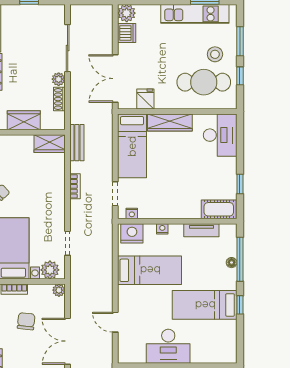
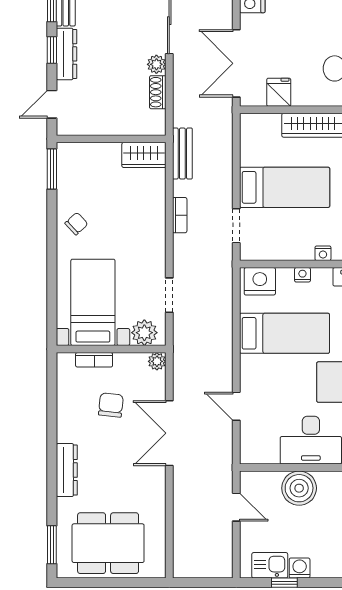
wardrobe: (24, 120) -> (108, 122), removed
bed: (132, 146) -> (285, 187), moved, turned -90
nightstand: (132, 213) -> (323, 253), moved

